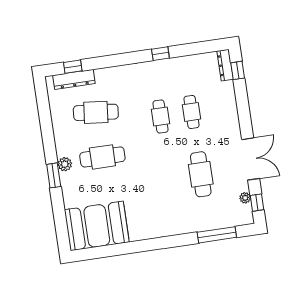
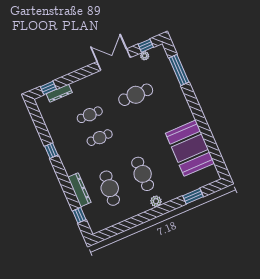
dresser: (225, 65) -> (59, 93), moved
dresser: (74, 79) -> (79, 190), moved
window: (54, 175) -> (193, 196), moved
booth: (97, 226) -> (190, 148), moved

